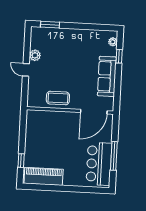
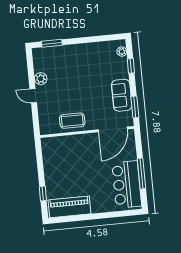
sofa: (107, 76) -> (122, 95), width x0.73
window: (117, 94) -> (135, 107), added

